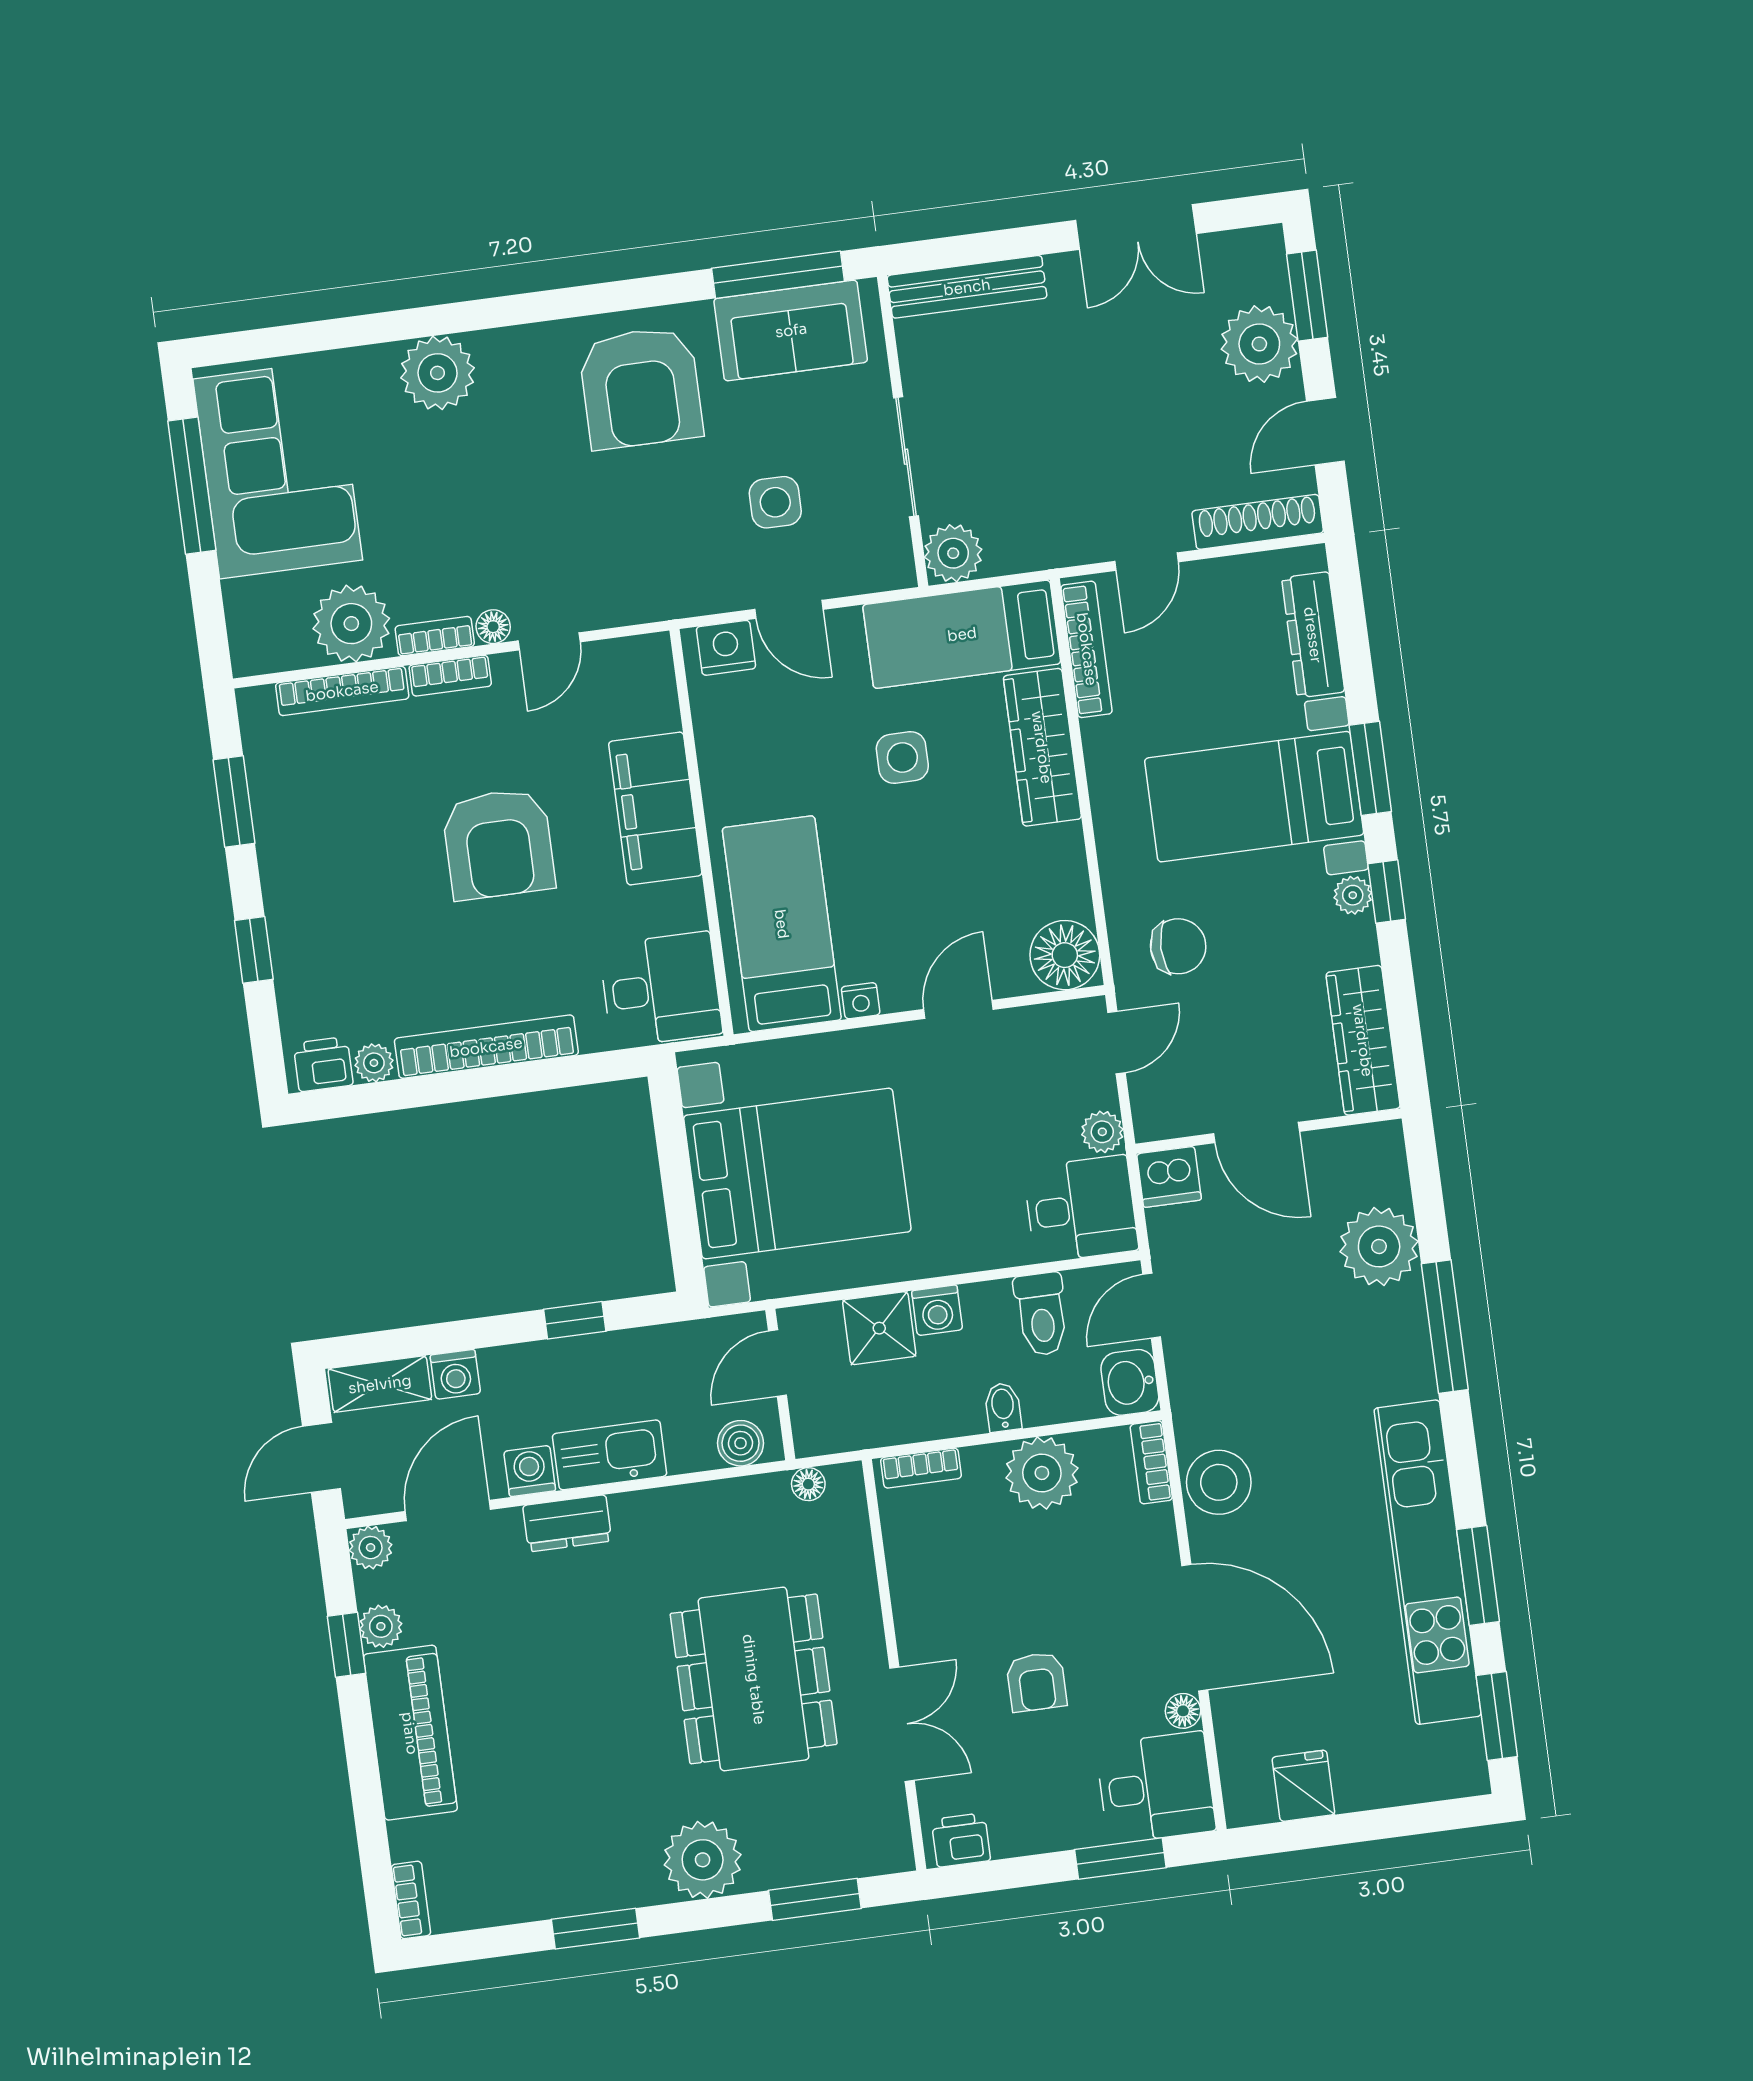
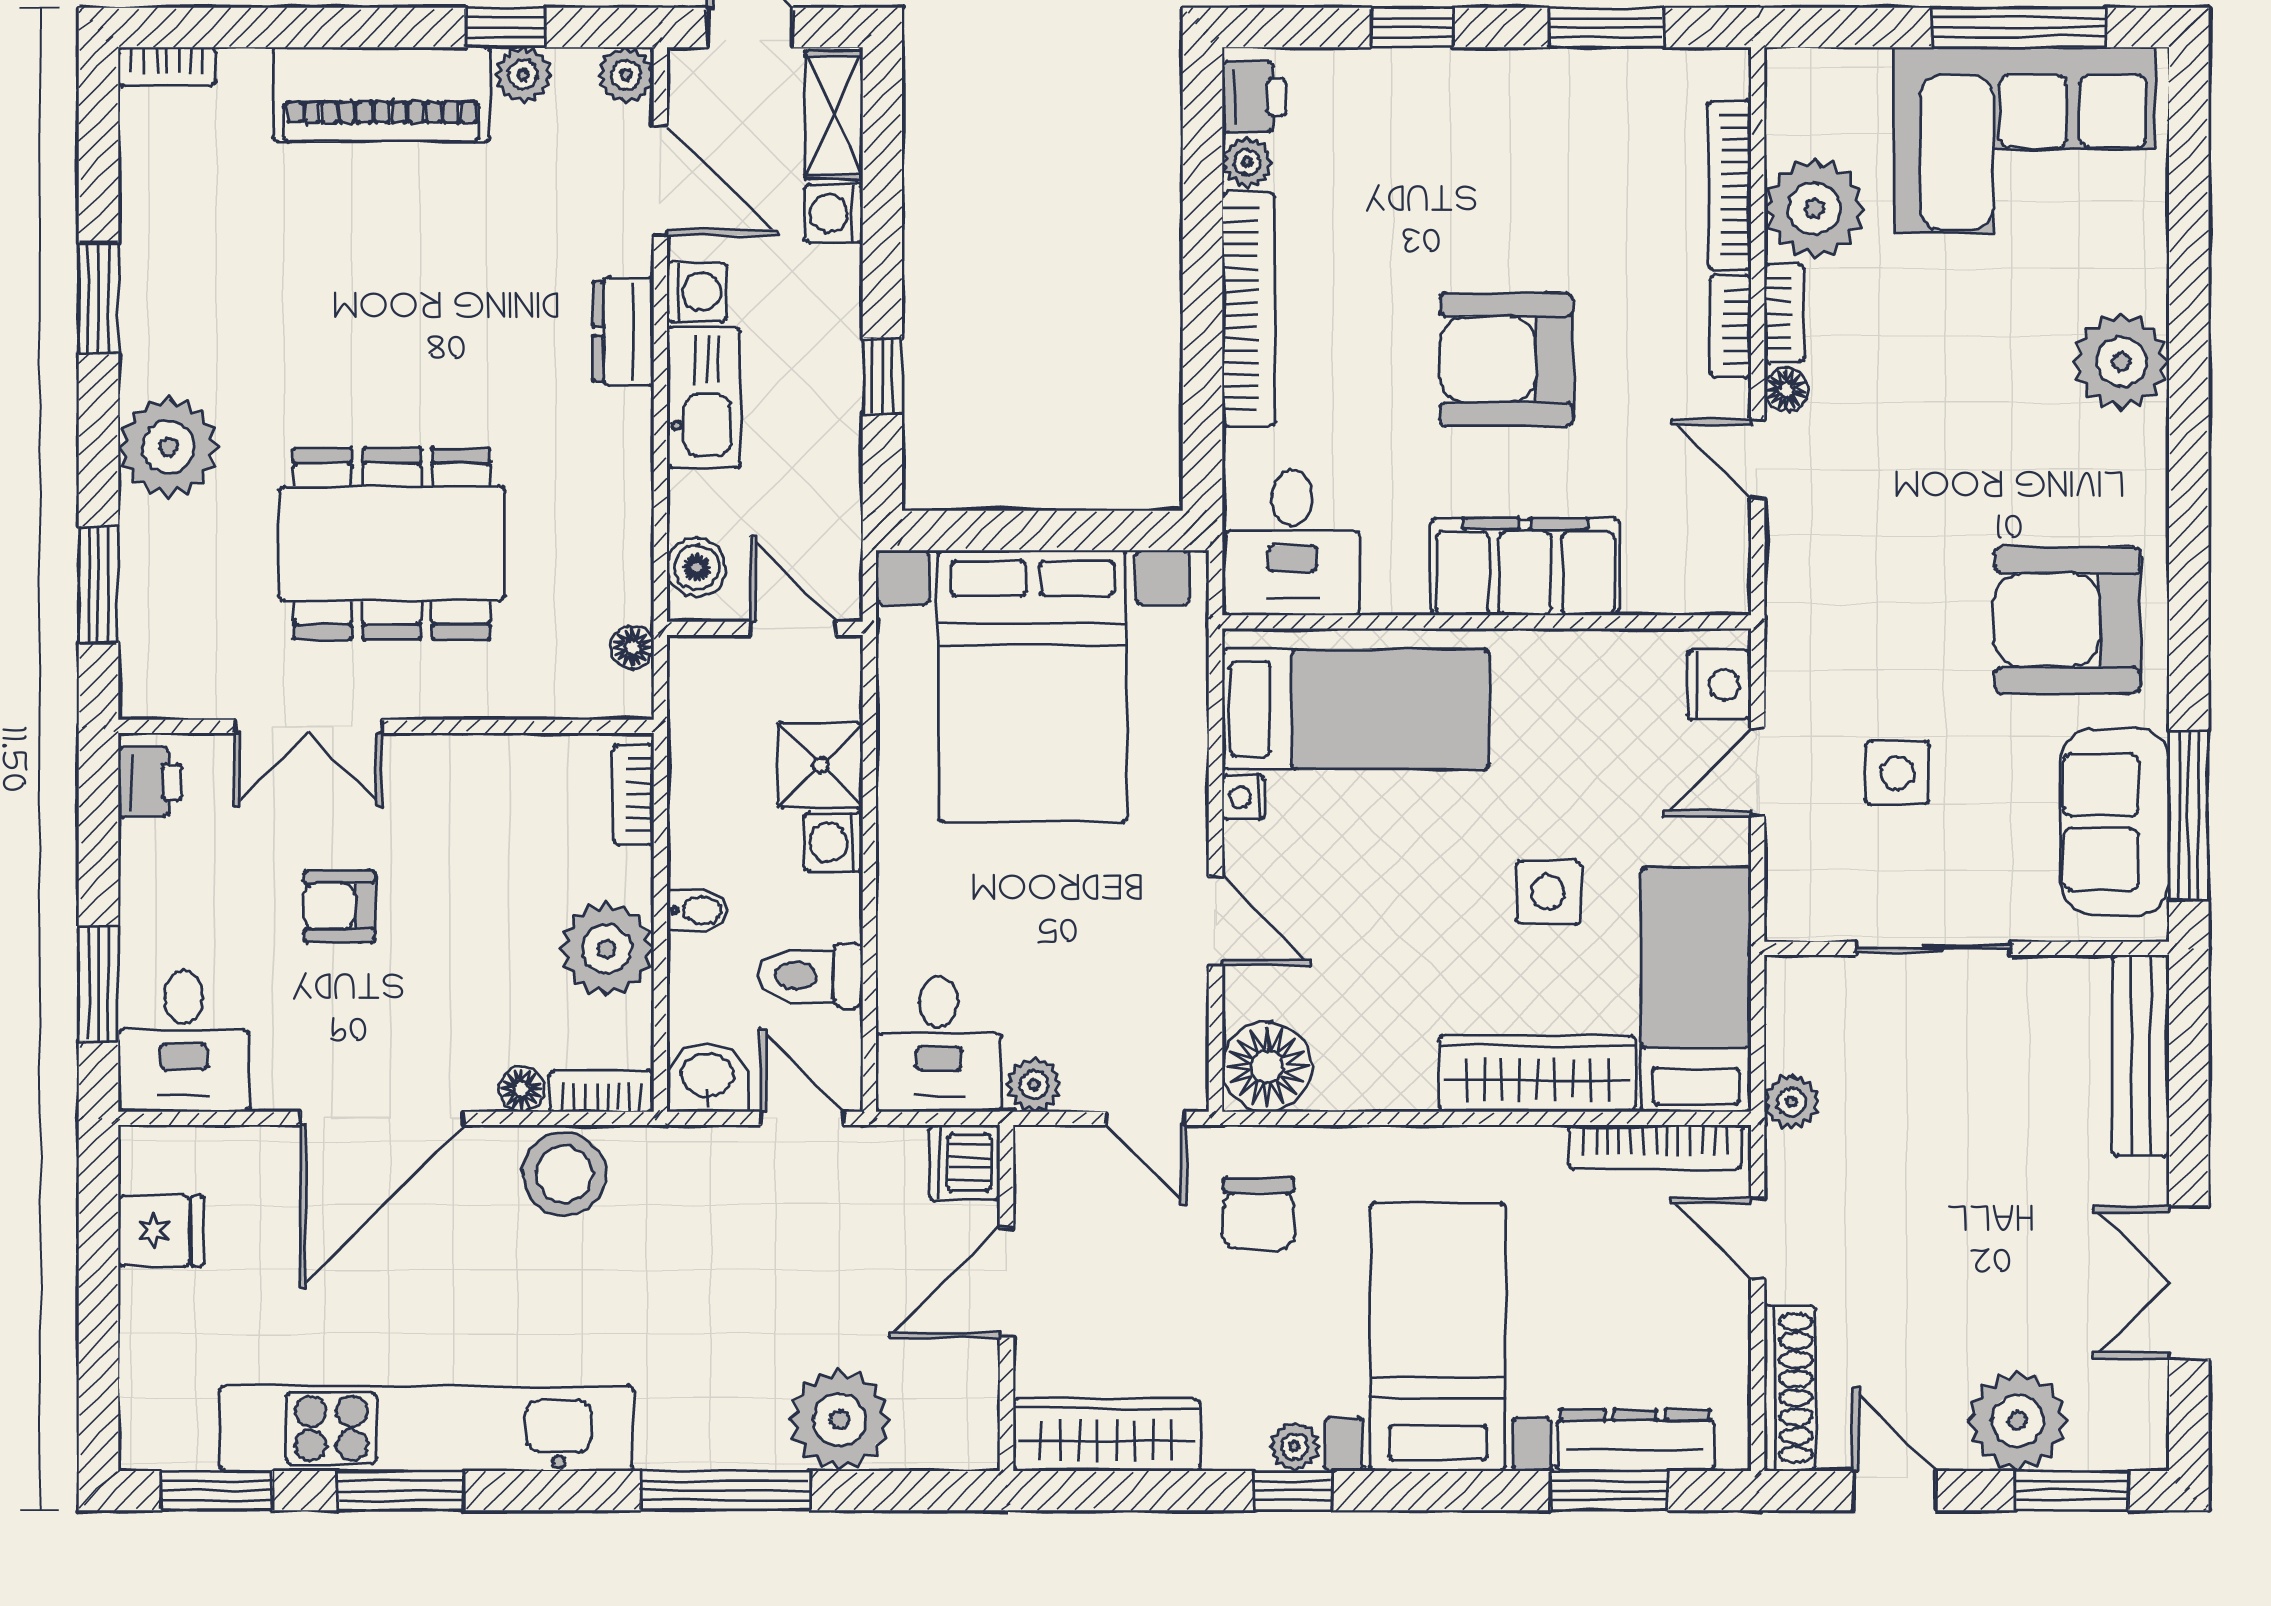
plant: (953, 553) -> (1791, 1102), moved, width x0.73, depth x0.73
window: (1370, 768) -> (1609, 1491), moved
floor lamp: (1183, 1711) -> (522, 1089), moved

